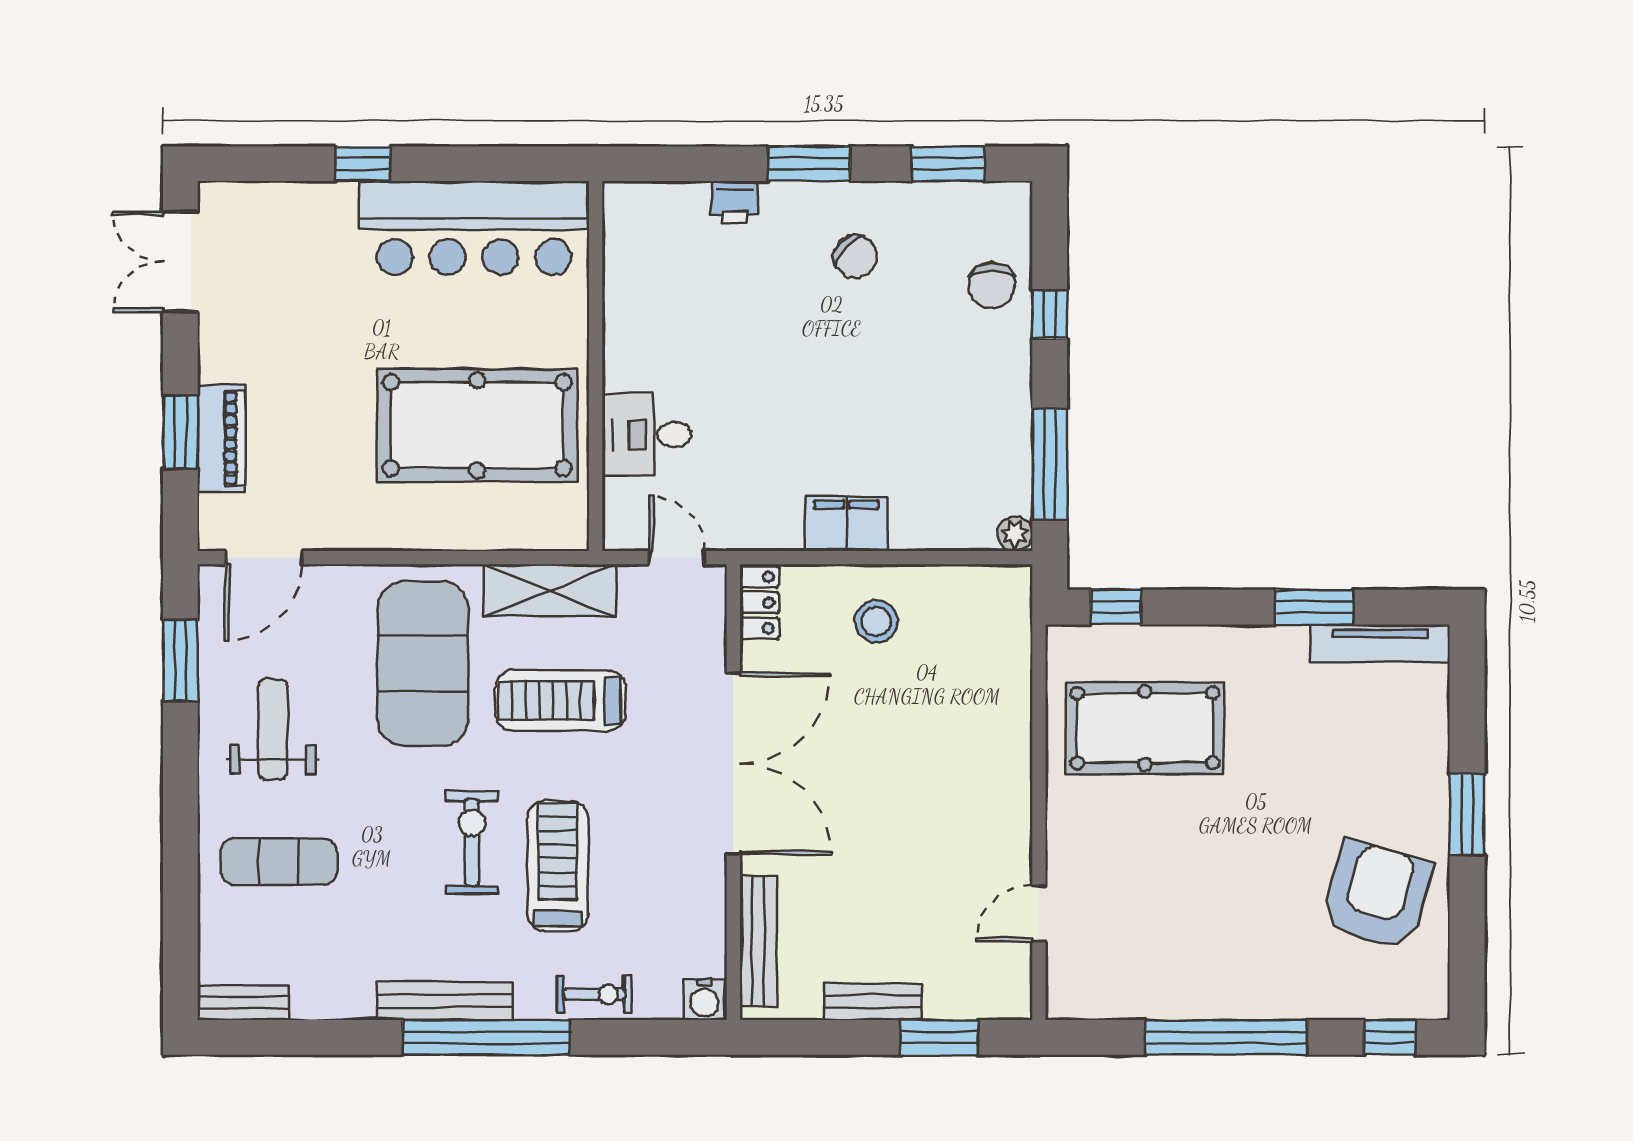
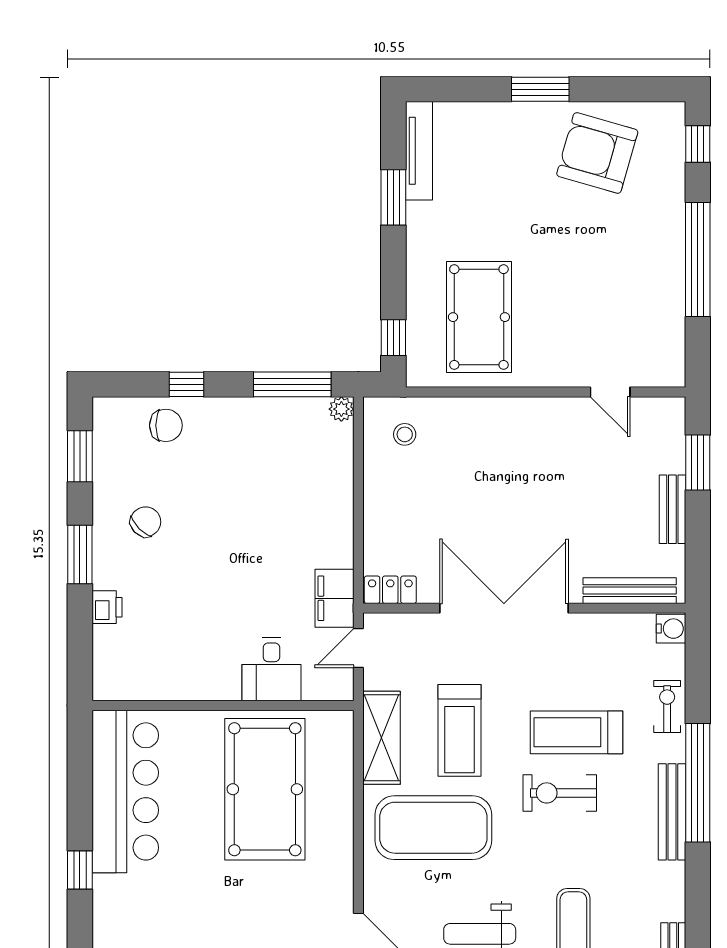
filing cabinet: (846, 524) -> (334, 598), moved
stool: (876, 621) -> (405, 434), moved, width x0.73, depth x0.73

